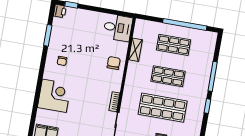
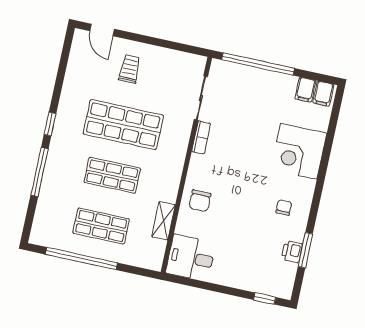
printer: (60, 11) -> (292, 252), moved

